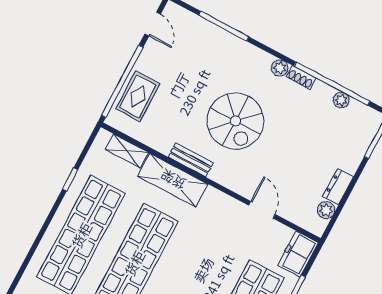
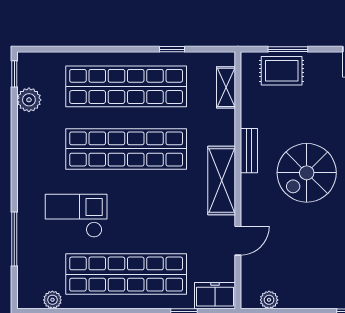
window: (122, 81) -> (288, 49), width x0.47
shelving: (173, 180) -> (222, 180), moved
dresser: (338, 187) -> (296, 299), removed

